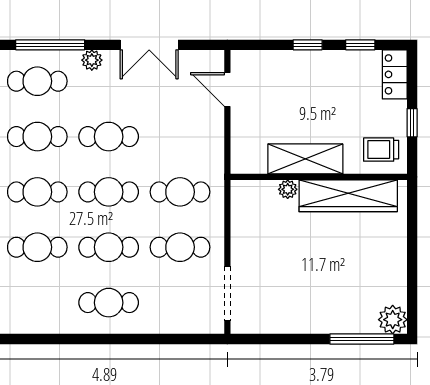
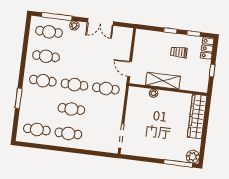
door: (227, 89) -> (130, 69), moved
cafe table: (109, 137) -> (77, 60), removed
trolley: (381, 150) -> (179, 52), moved
wardrobe: (348, 196) -> (197, 116), moved, turned 90
cafe table: (37, 247) -> (37, 130), moved
cafe table: (180, 247) -> (103, 113), removed

